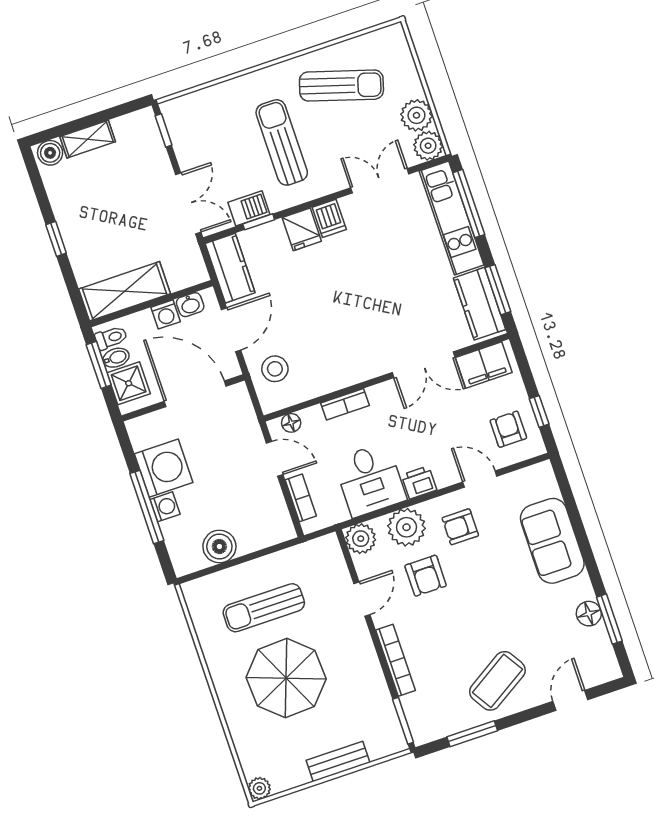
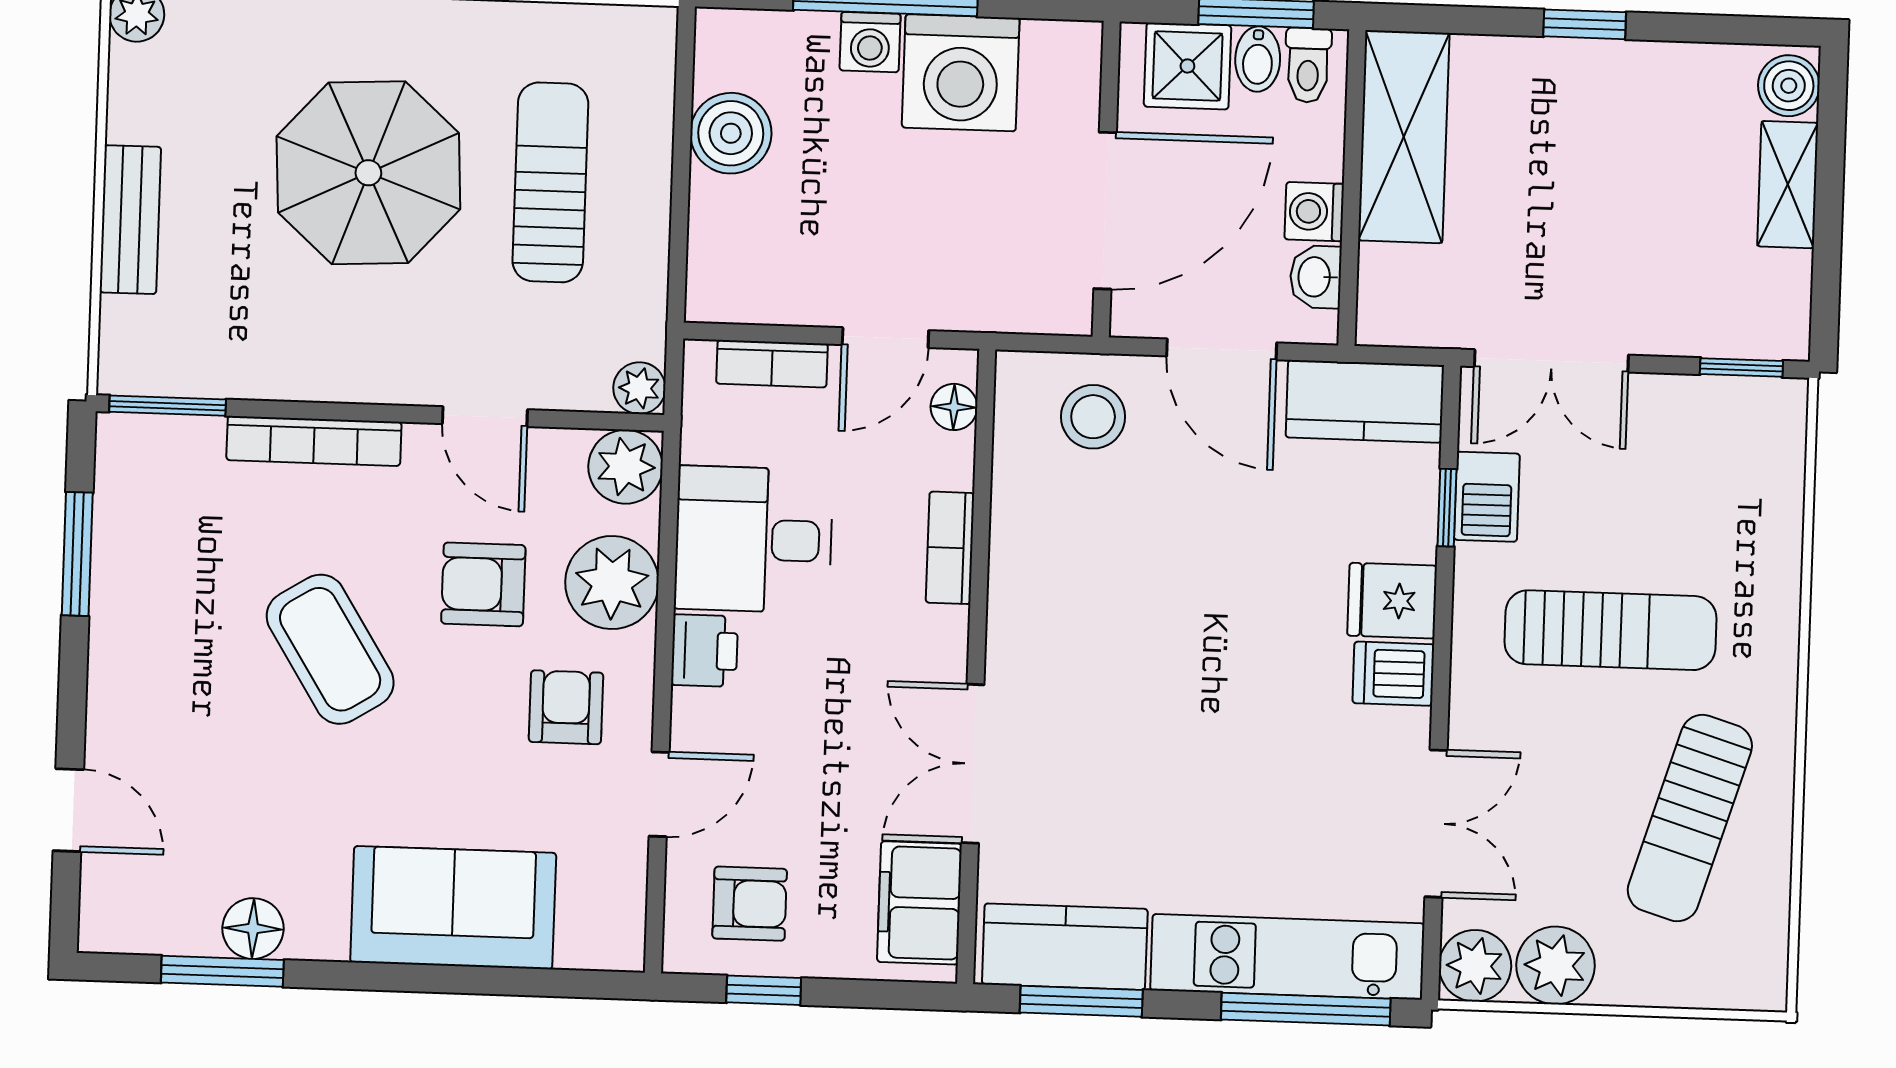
plant: (329, 545) -> (639, 388), added
coffee table: (497, 681) -> (330, 649), moved

